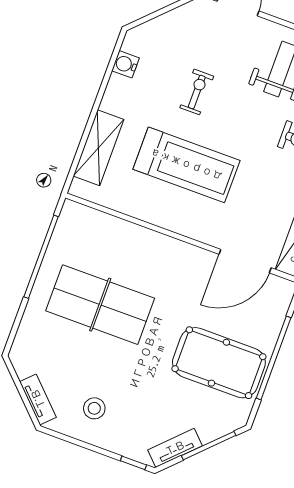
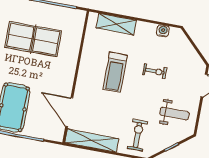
treadmill: (186, 165) -> (115, 72), width x0.73, depth x0.73
table tennis table: (100, 305) -> (33, 39), turned 90

